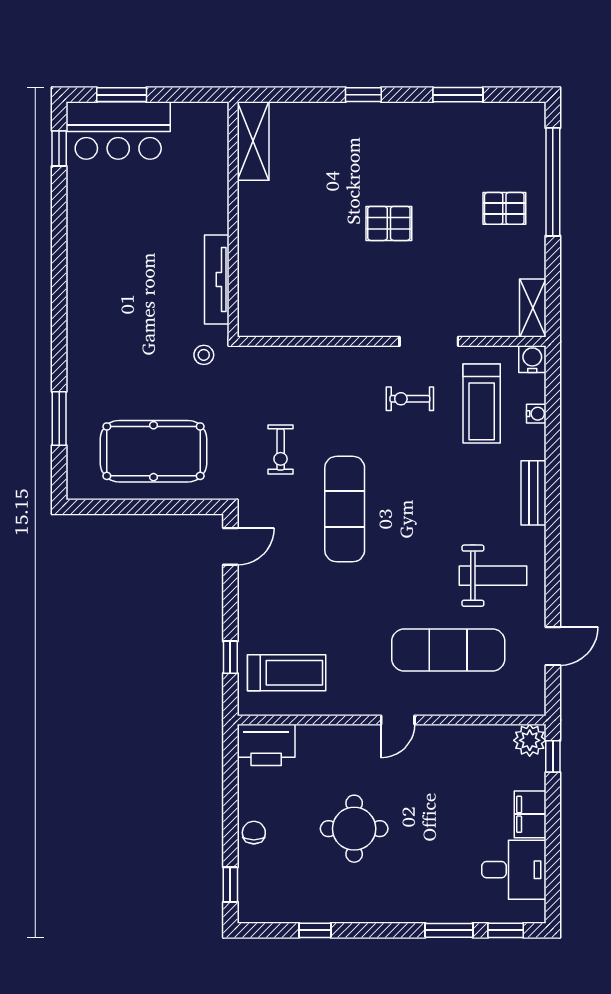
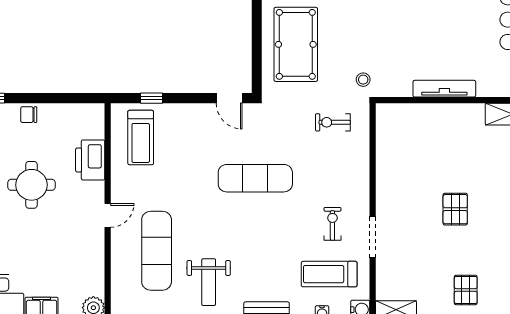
tv unit: (217, 280) -> (444, 89), moved
exercise bike: (281, 449) -> (333, 122), moved
door: (398, 720) -> (108, 215), swing flipped
printer: (266, 745) -> (90, 160), moved
chair: (254, 833) -> (29, 115), turned 180

